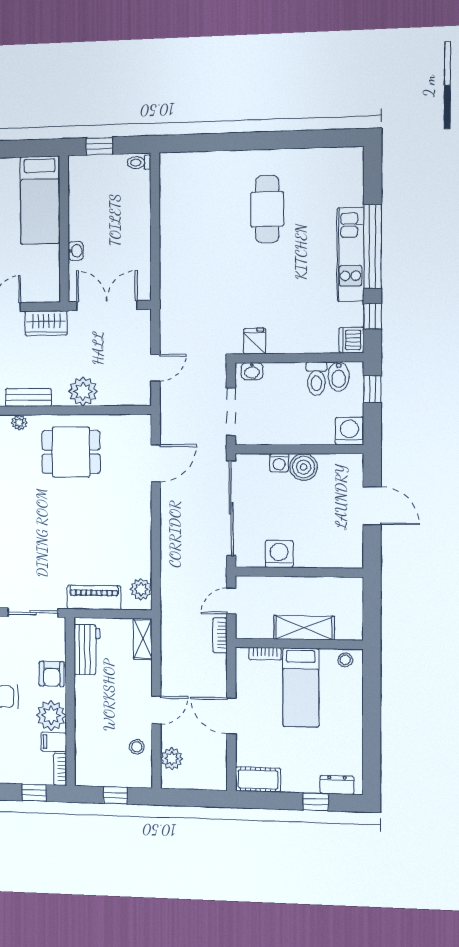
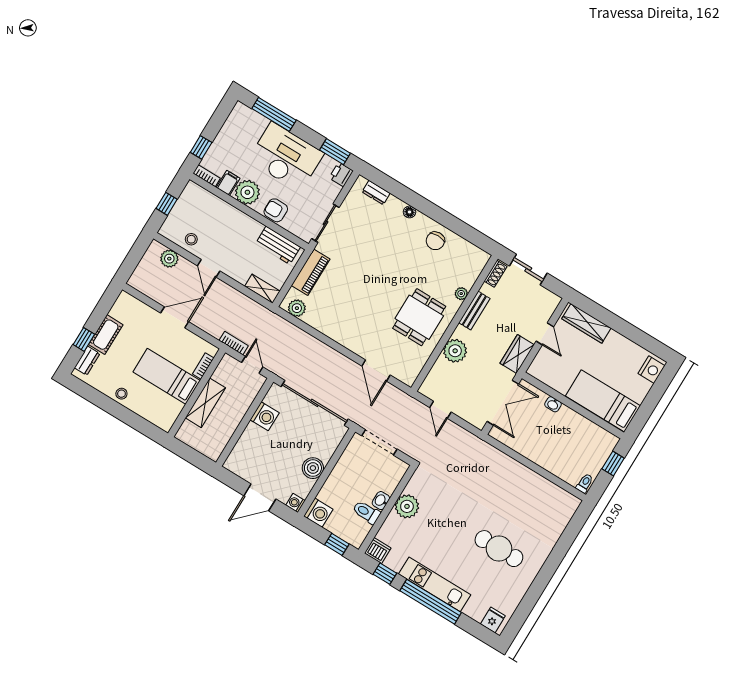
plant: (283, 338) -> (407, 506), added
fridge: (255, 341) -> (493, 620), moved, turned -90
washbasin: (252, 371) -> (381, 501), moved
bidet: (339, 376) -> (359, 528), removed
washing machine: (279, 463) -> (296, 503), moved
stool: (345, 660) -> (121, 394), moved
cot: (258, 780) -> (106, 335), moved

